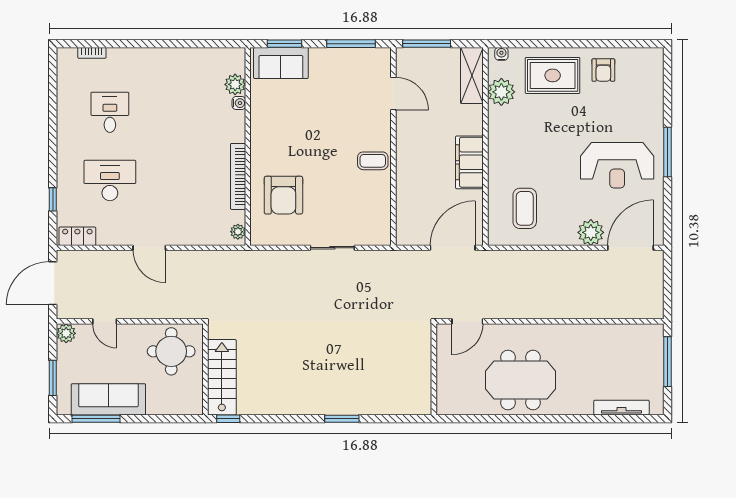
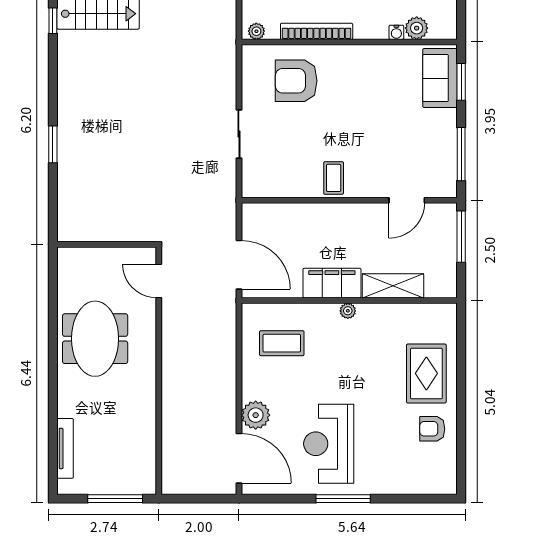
water cooler: (501, 54) -> (450, 318), removed
shelving: (472, 75) -> (393, 286), moved
plant: (501, 92) -> (348, 311), moved, width x0.53, depth x0.53

